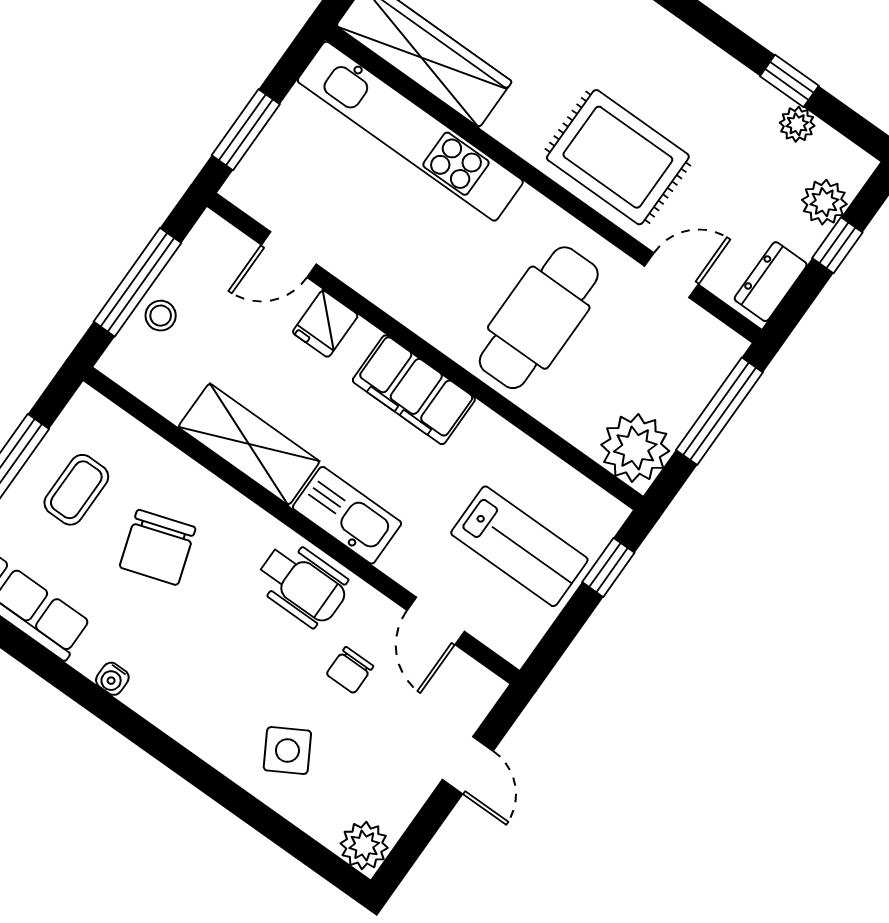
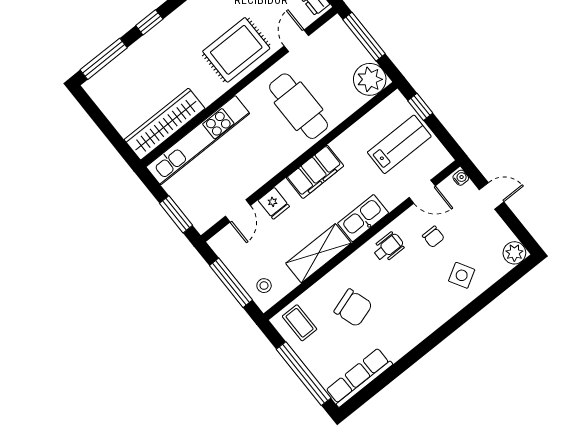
stool: (161, 316) -> (264, 286), moved
coffee table: (76, 490) -> (300, 323), moved
wheelchair: (302, 584) -> (388, 247), width x0.73, depth x0.73
water cooler: (112, 679) -> (461, 178), moved, turned -90

